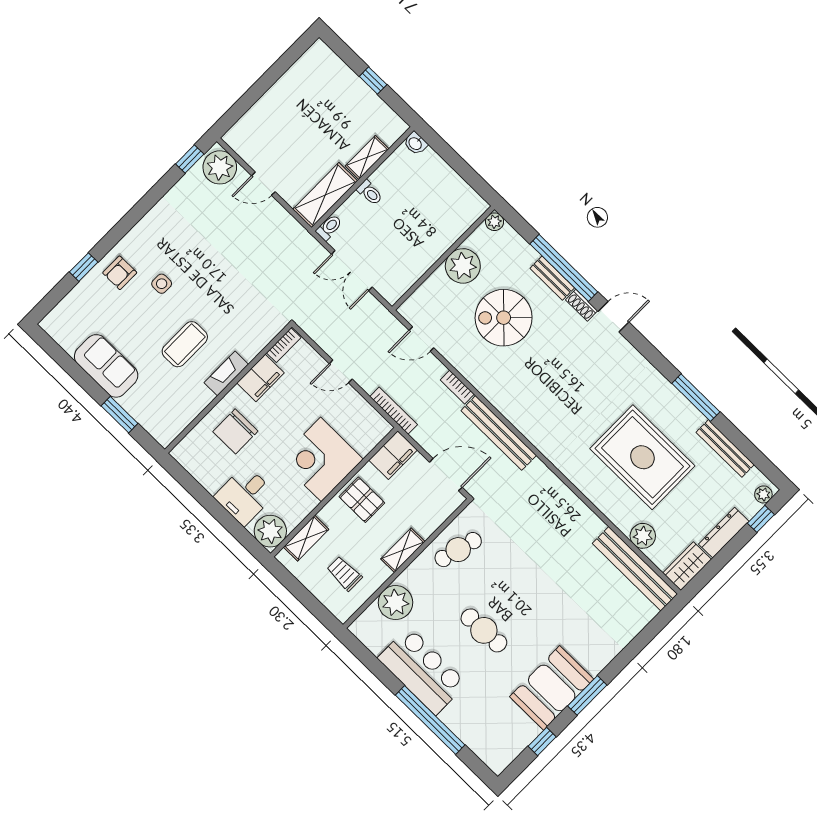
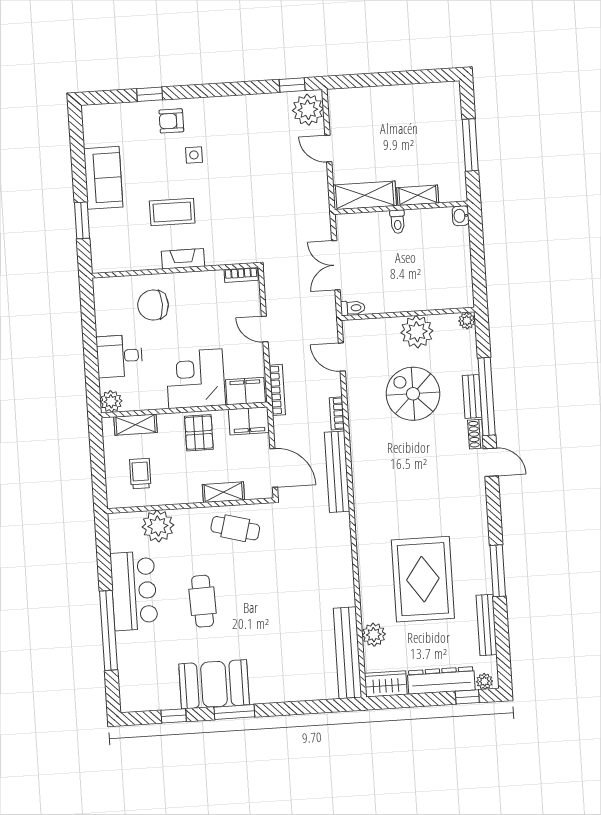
window: (373, 80) -> (470, 145), width x2.17
toilet: (329, 227) -> (353, 308), moved
filing cabinet: (260, 378) -> (245, 391), moved, turned 180
plant: (270, 531) -> (111, 401), width x0.73, depth x0.73
dresser: (724, 533) -> (441, 680), width x1.37, depth x1.24
shelving: (403, 550) -> (223, 492), moved

